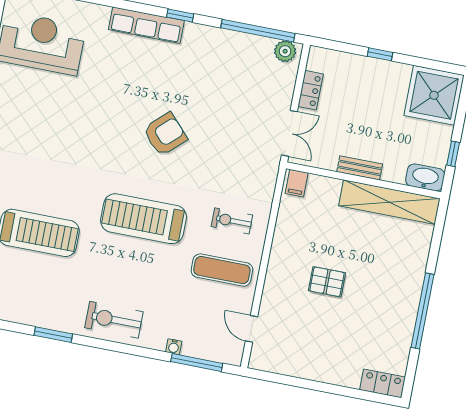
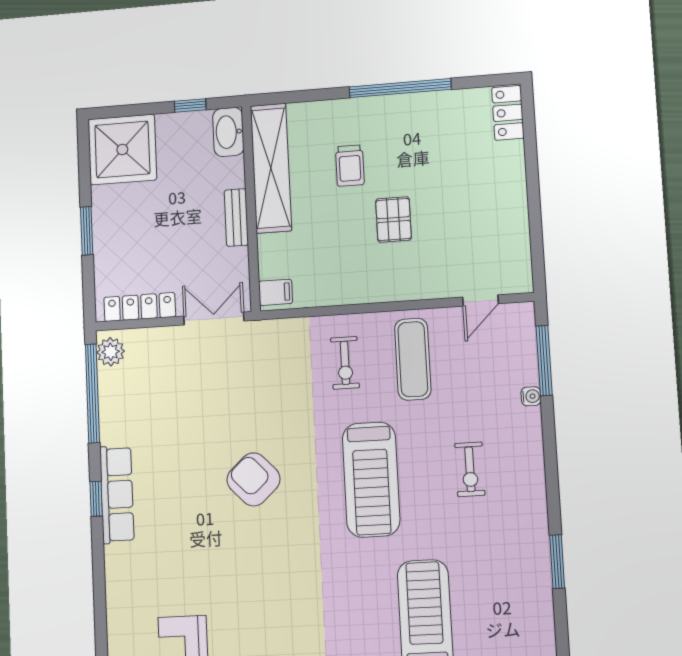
row of seats: (146, 25) -> (117, 494), moved
window: (380, 54) -> (87, 231), width x1.50
locker: (311, 90) -> (140, 307), width x1.53
trolley: (375, 260) -> (350, 166), added
exercise bike: (114, 320) -> (470, 469), moved, width x0.73, depth x0.72

